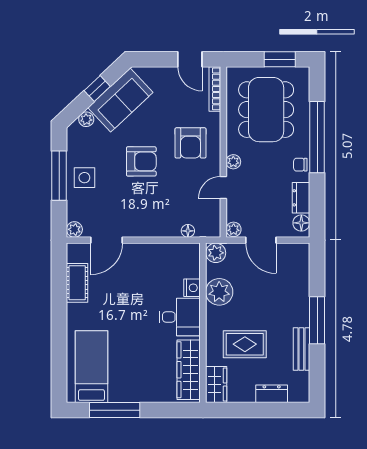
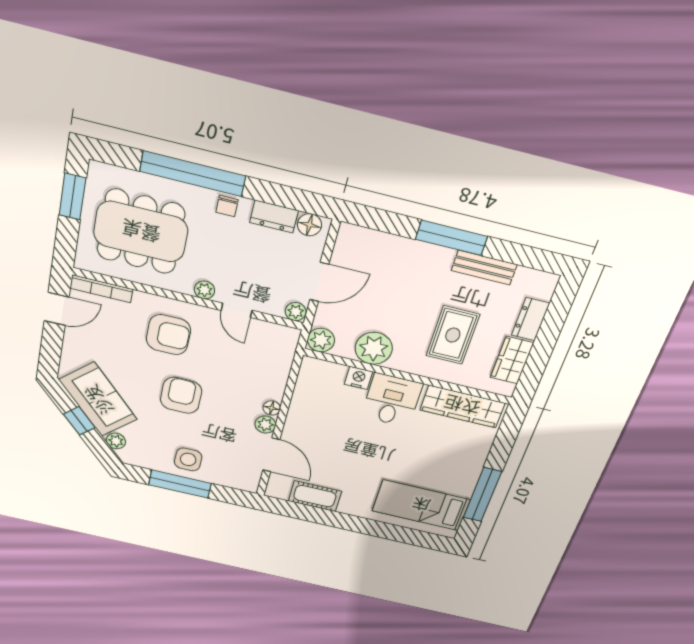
plant: (74, 229) -> (265, 425), moved
floor lamp: (188, 231) -> (272, 408), moved
wardrobe: (216, 385) -> (512, 360), moved, turned -90

